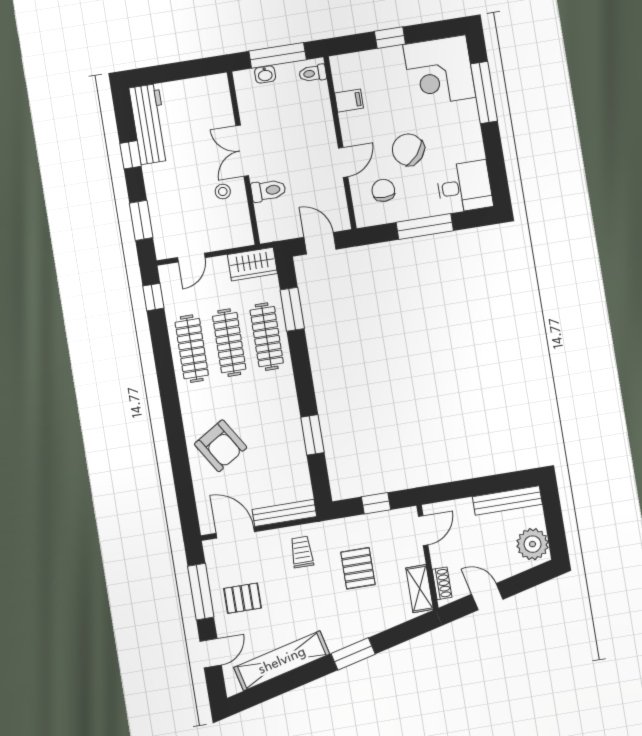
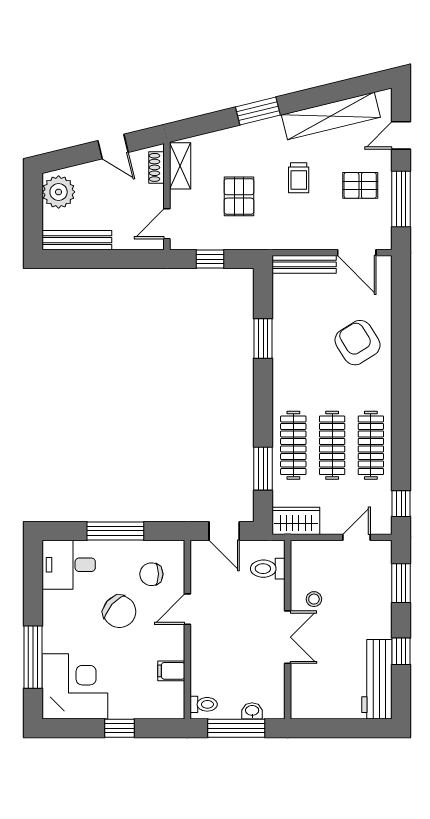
toilet: (268, 190) -> (268, 569), moved
chair: (383, 190) -> (151, 574), turned 90
trolley: (302, 552) -> (299, 178), moved

